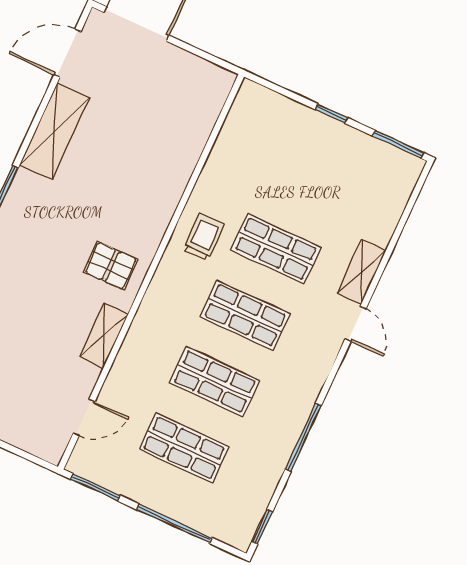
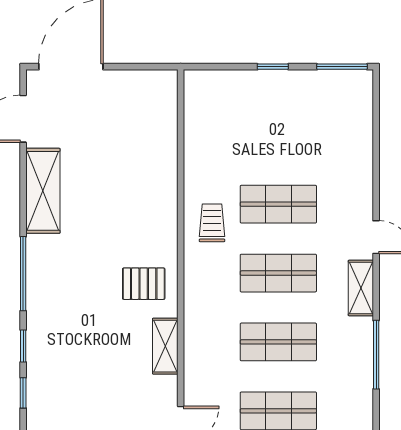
shelving: (362, 272) -> (361, 288), moved

